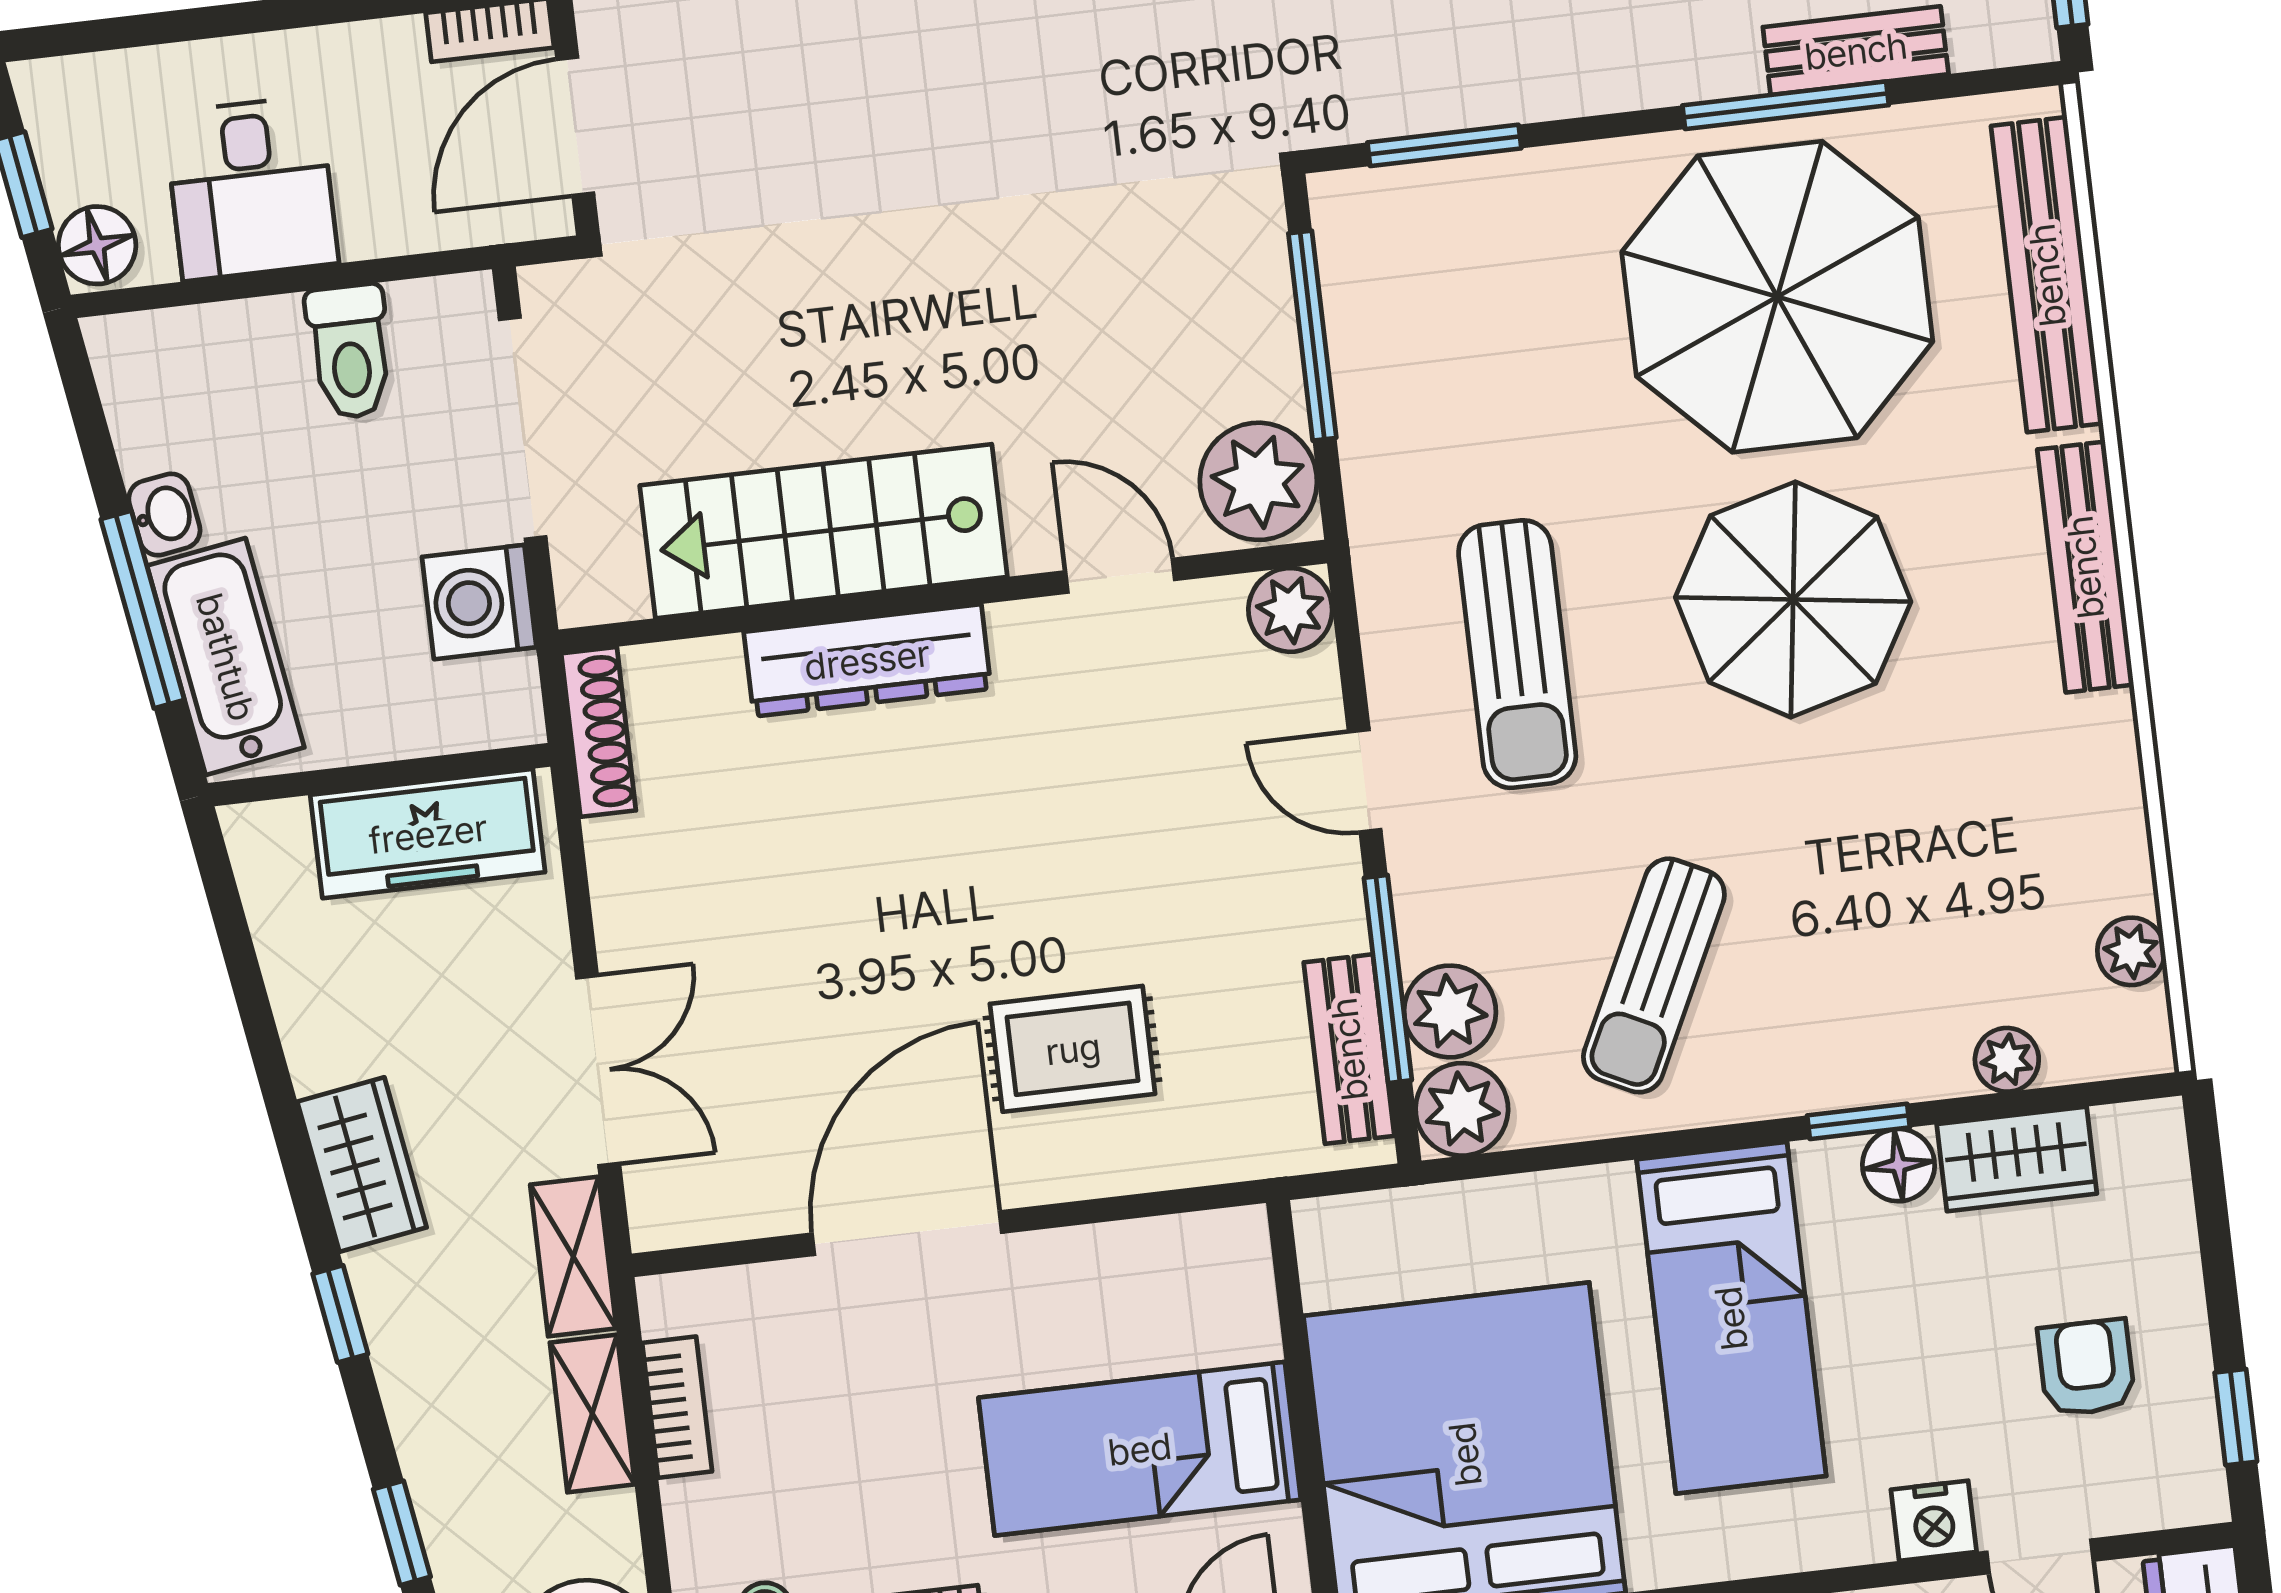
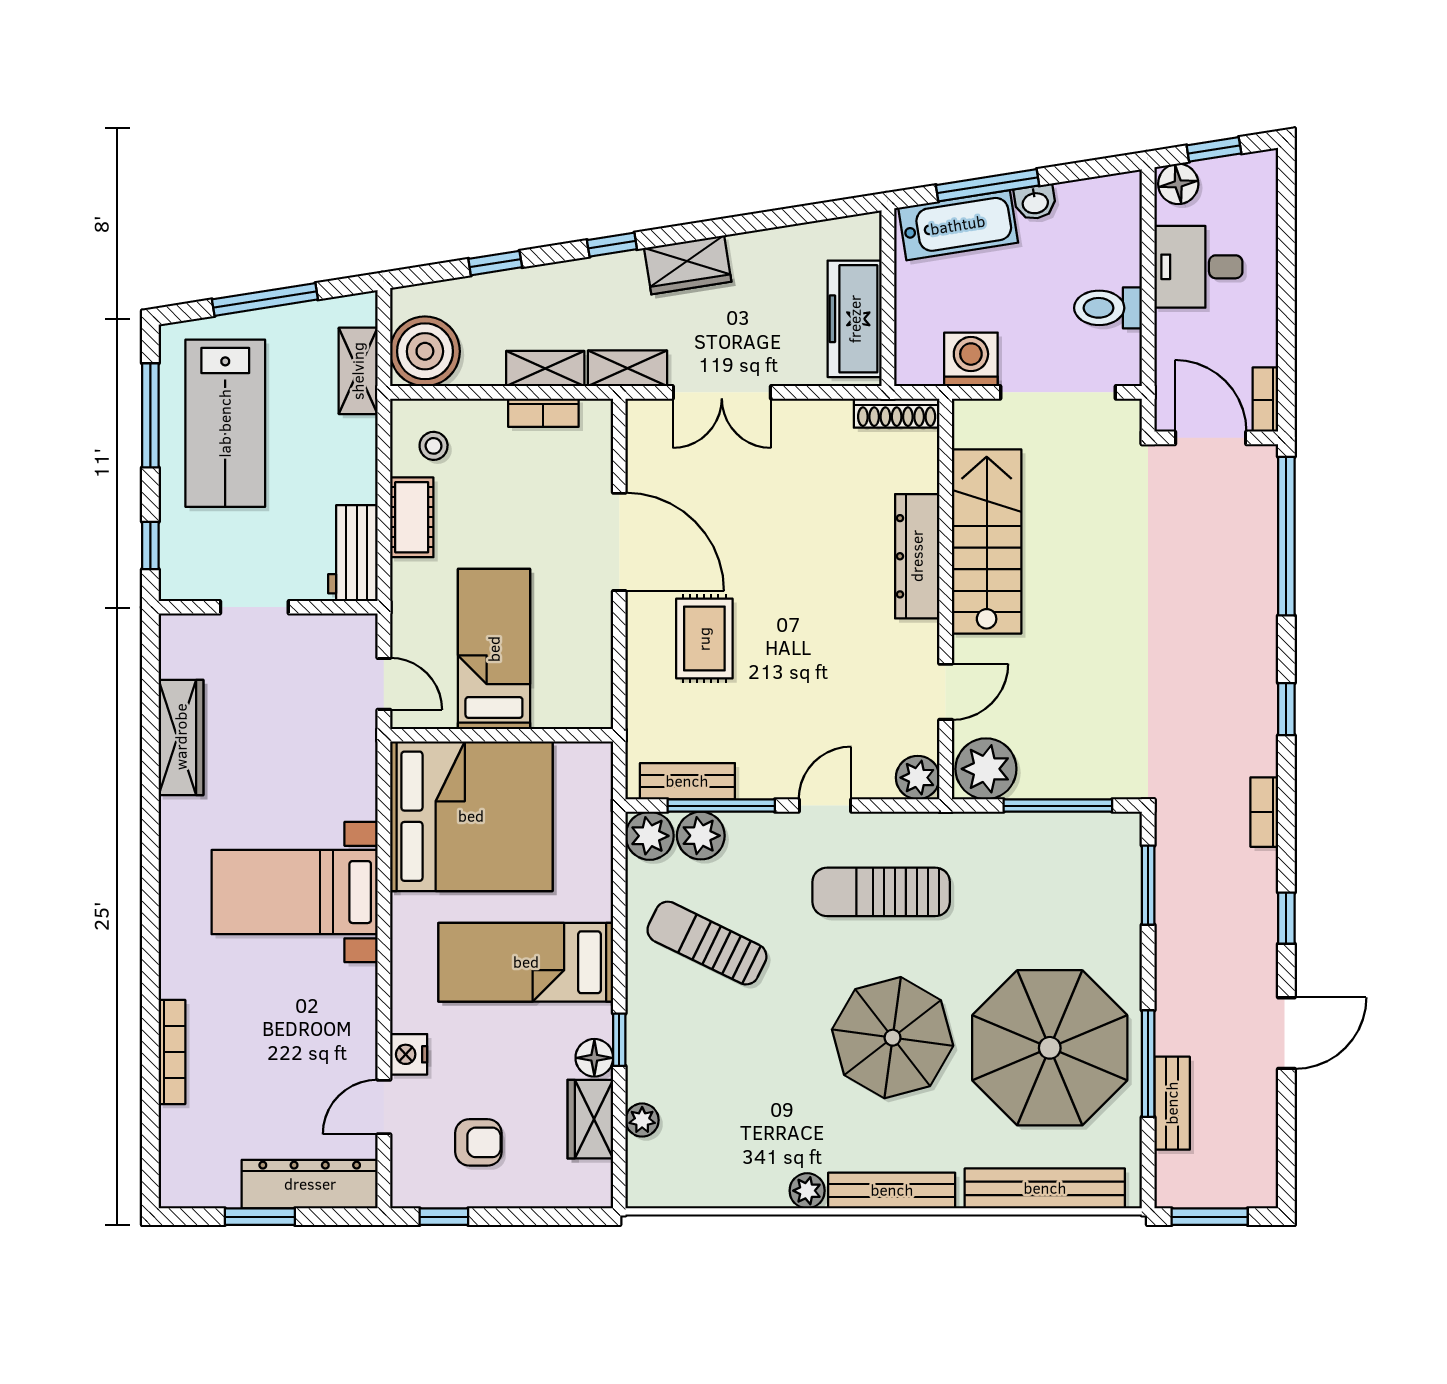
plant: (2131, 951) -> (807, 1191), moved

